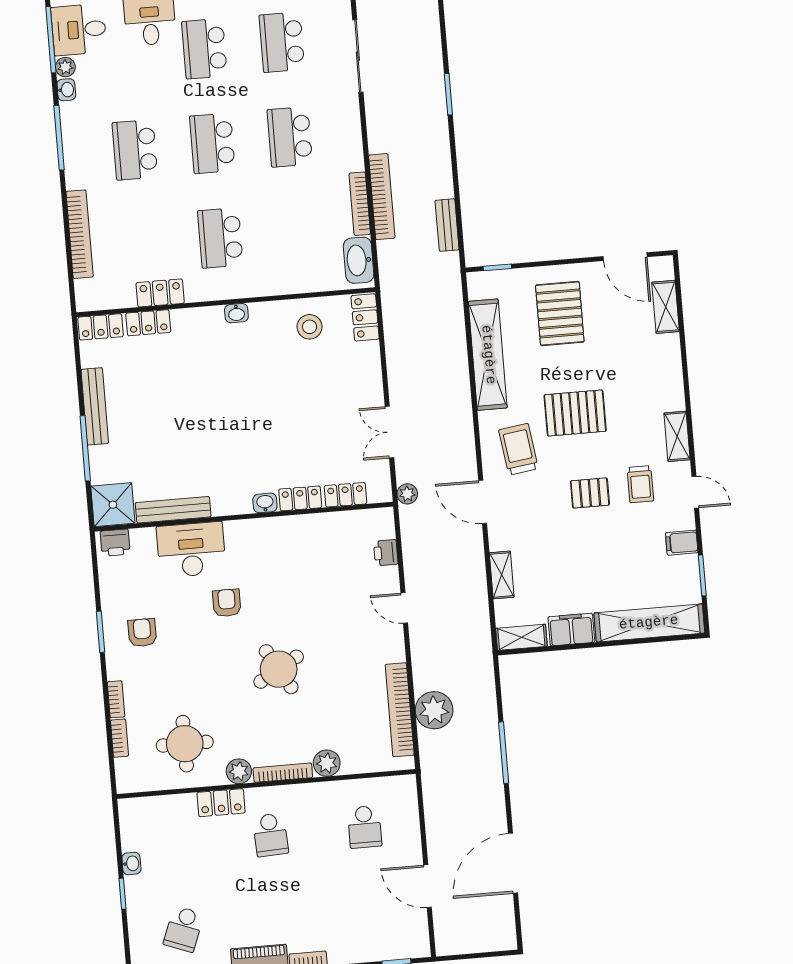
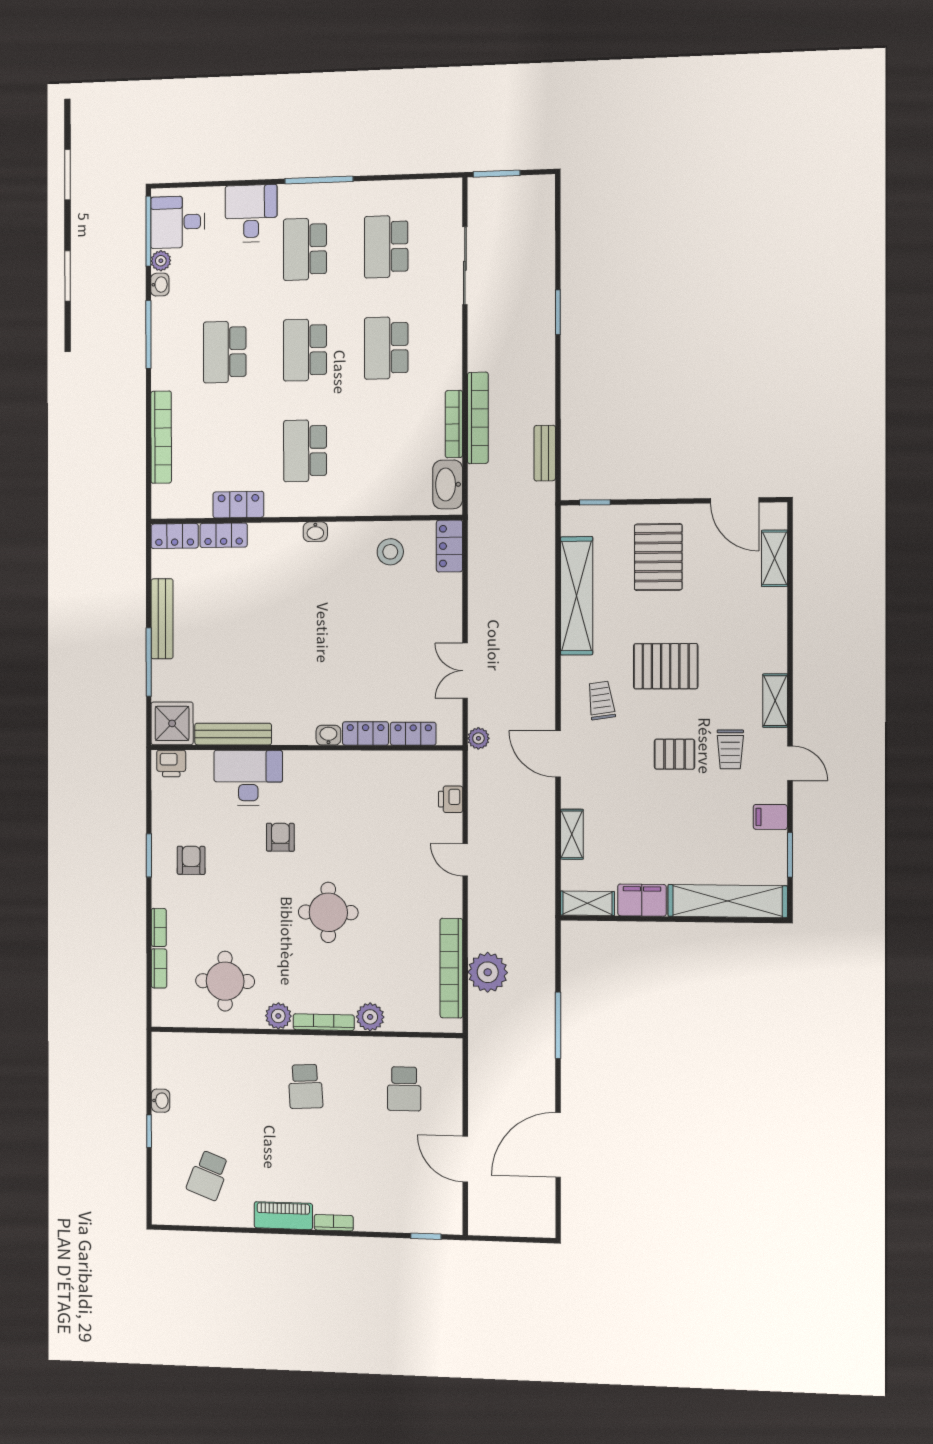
trolley: (518, 449) -> (601, 700), width x0.73, depth x0.72
round table: (279, 669) -> (328, 912), turned 30
locker: (221, 803) -> (257, 1047), removed

